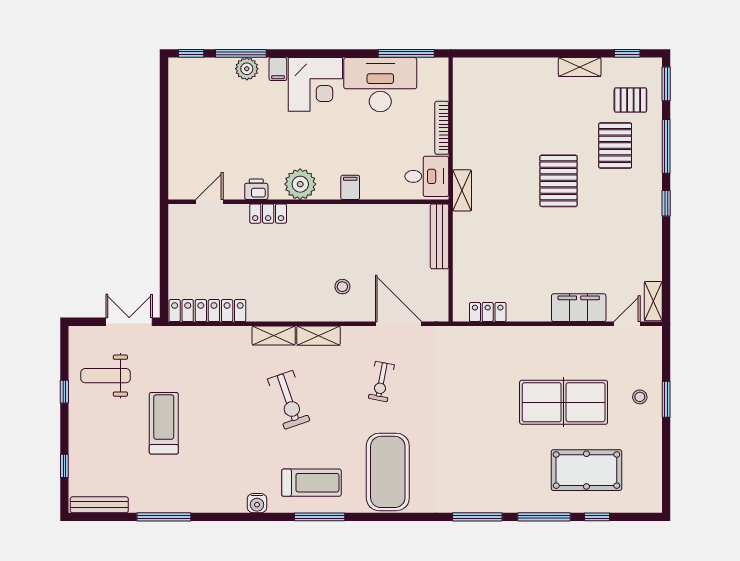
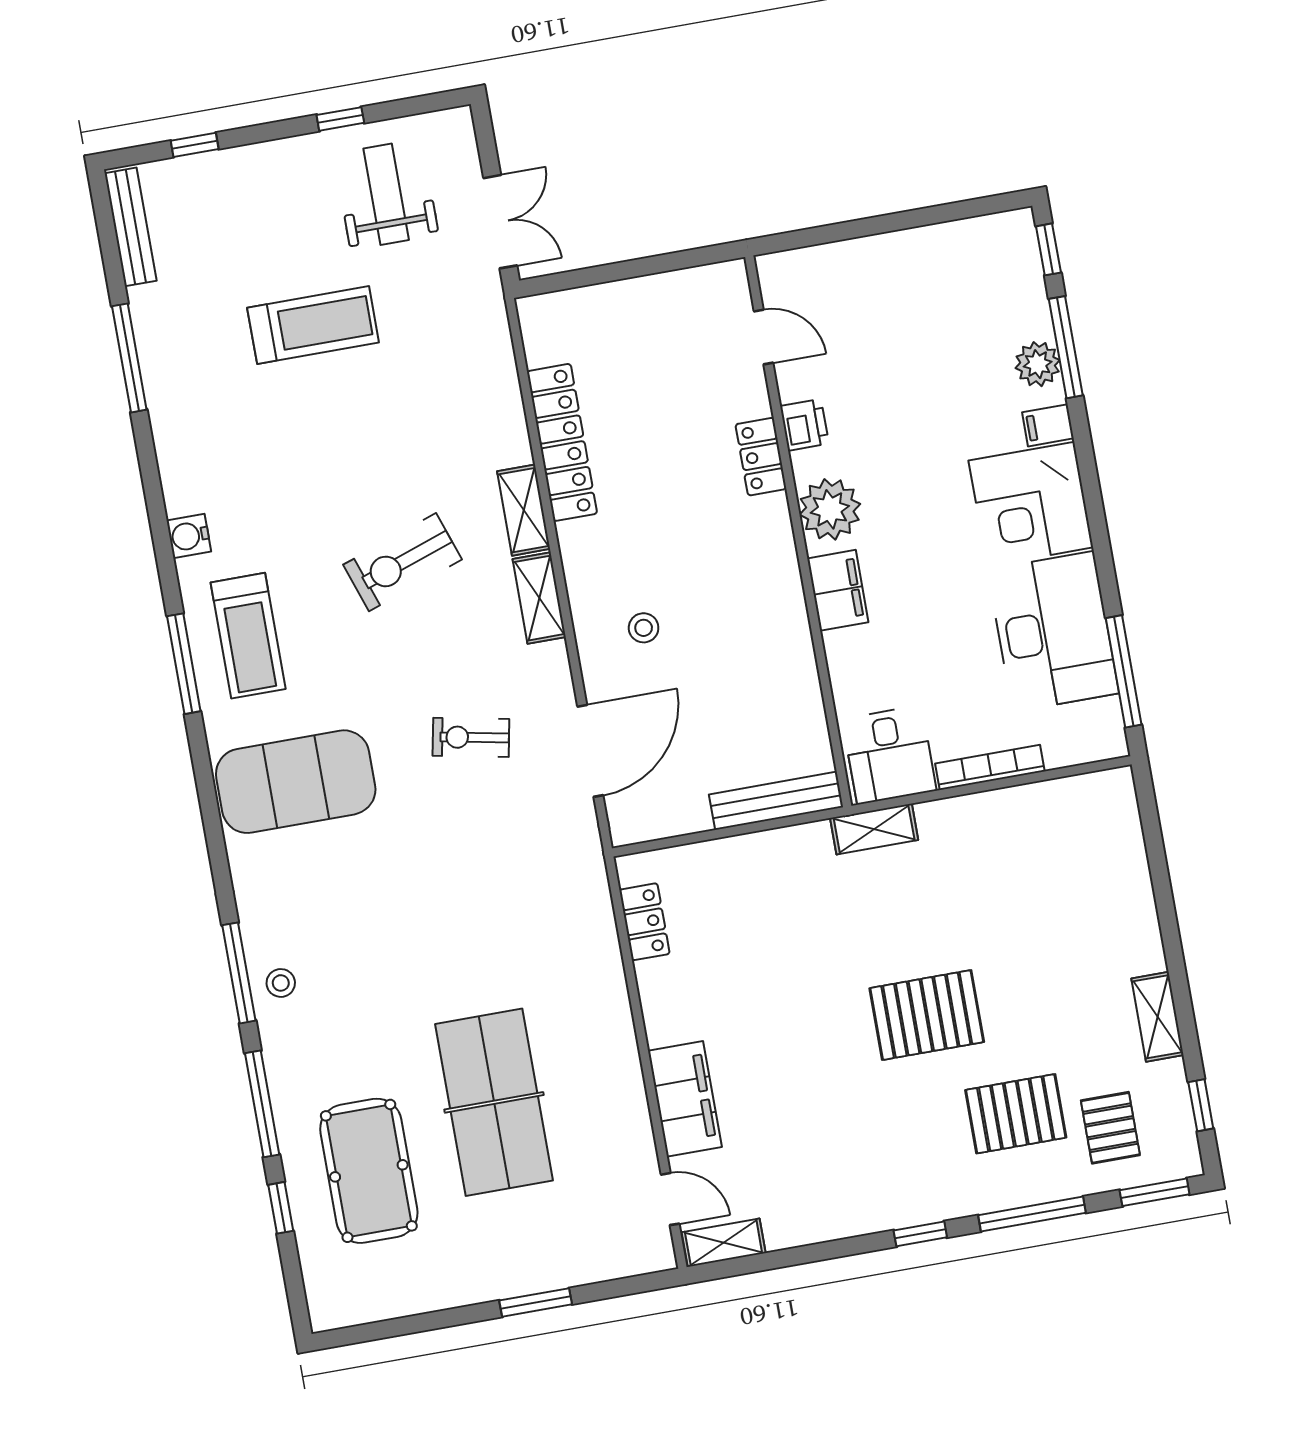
filing cabinet: (350, 187) -> (838, 590), width x2.00
locker: (207, 311) -> (562, 442), moved
stool: (640, 397) -> (281, 983), moved

